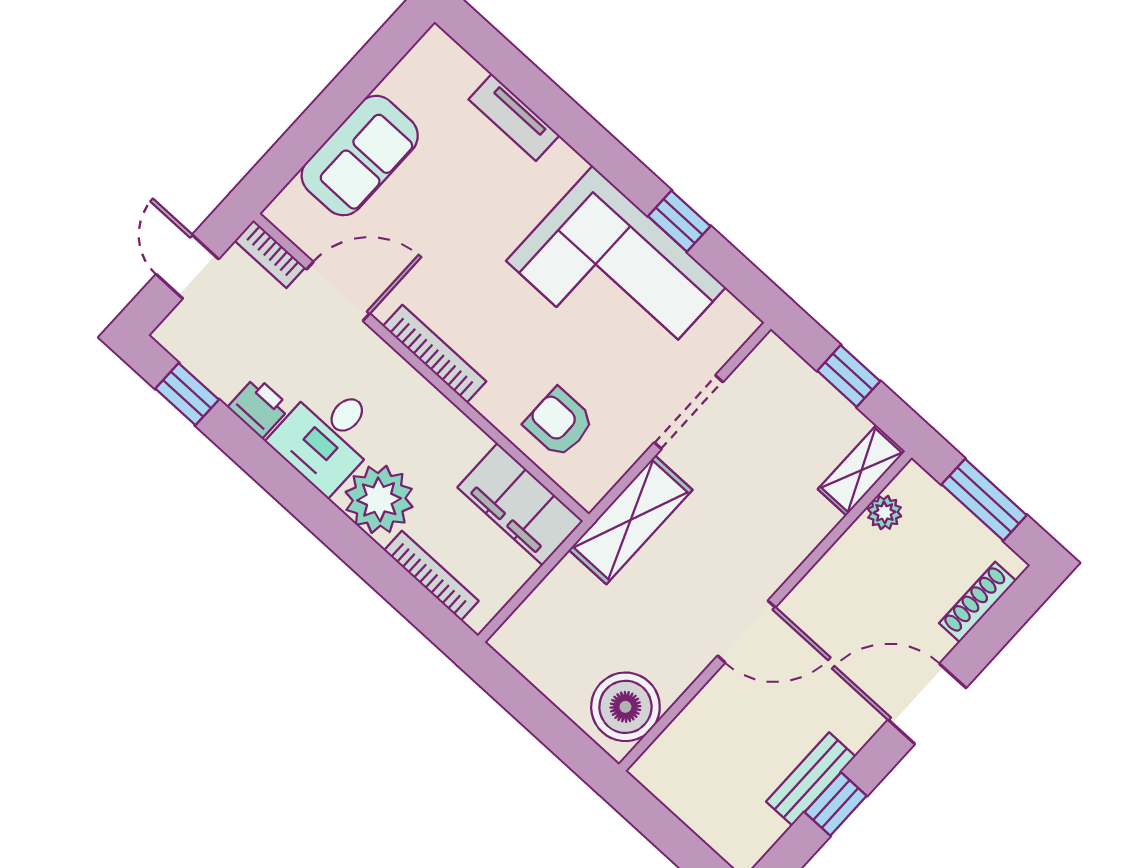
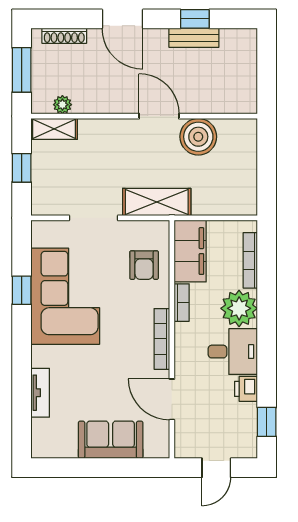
bookcase: (270, 254) -> (182, 303), moved
boiler: (625, 707) -> (198, 137), moved

